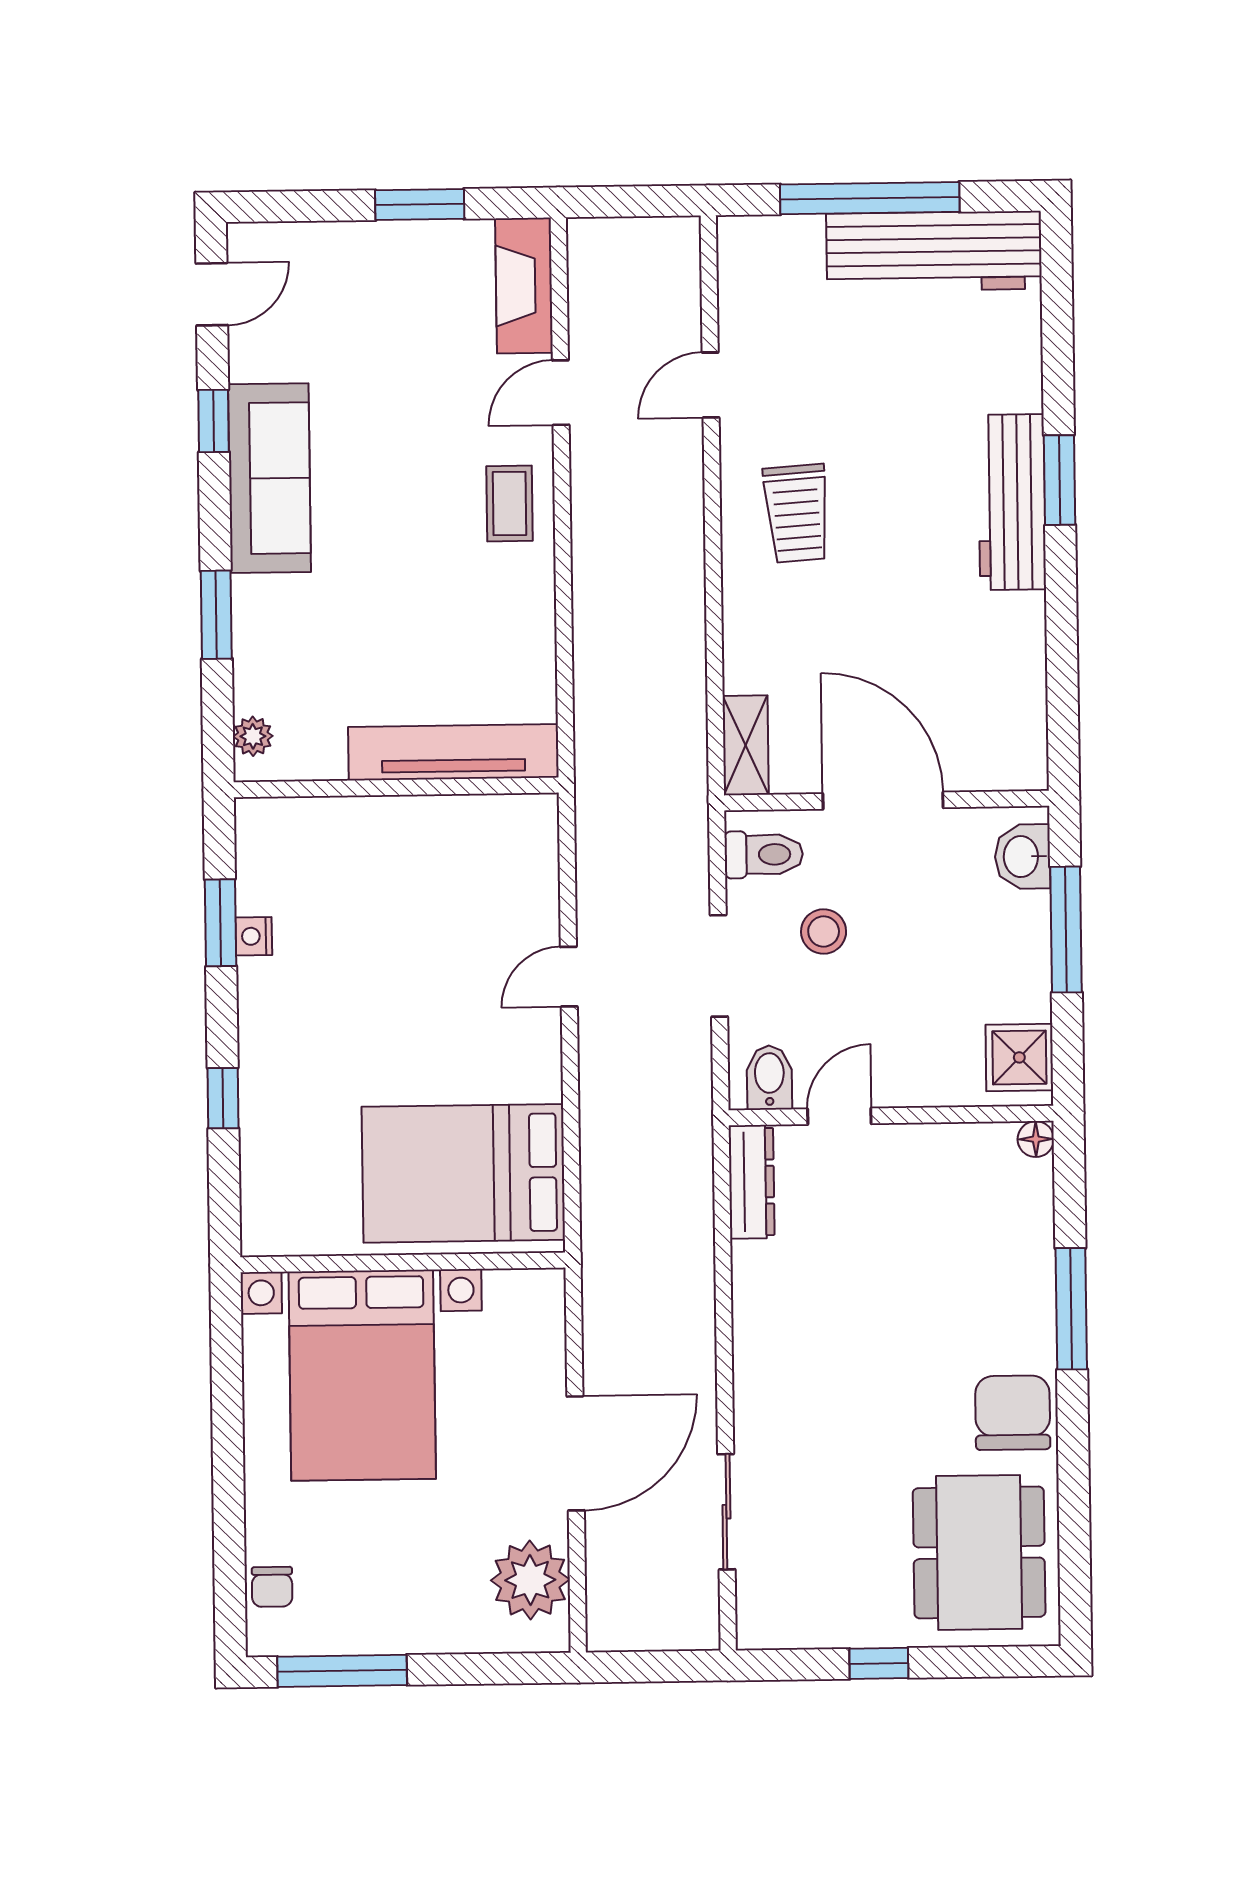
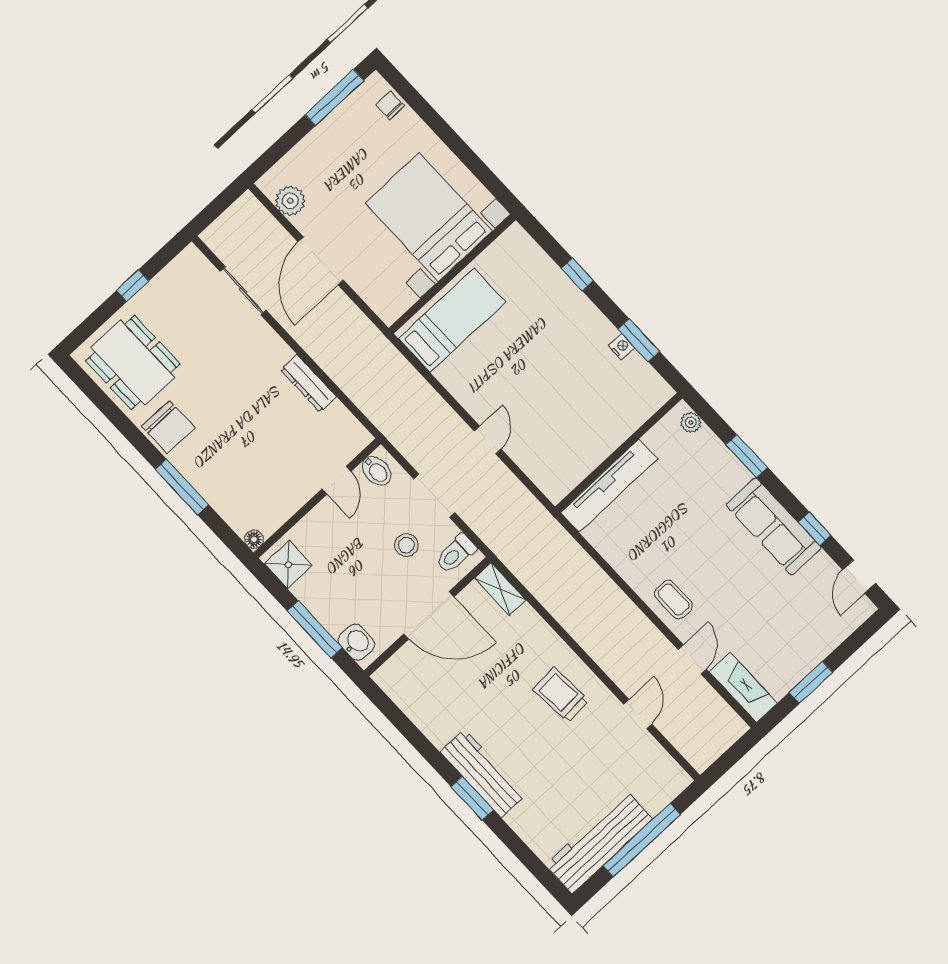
bed: (463, 1173) -> (452, 320), width x0.67
dresser: (752, 1182) -> (309, 383), moved
plant: (530, 1580) -> (290, 201), width x0.73, depth x0.73

